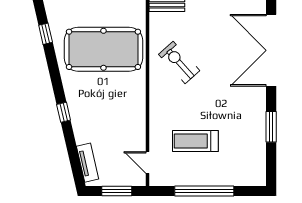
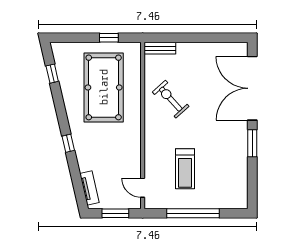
pool table: (103, 49) -> (104, 87), turned 90
window: (271, 127) -> (252, 143), moved
treadmill: (195, 141) -> (185, 169), turned -90

